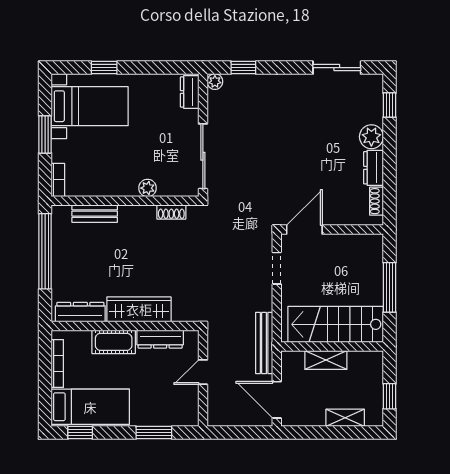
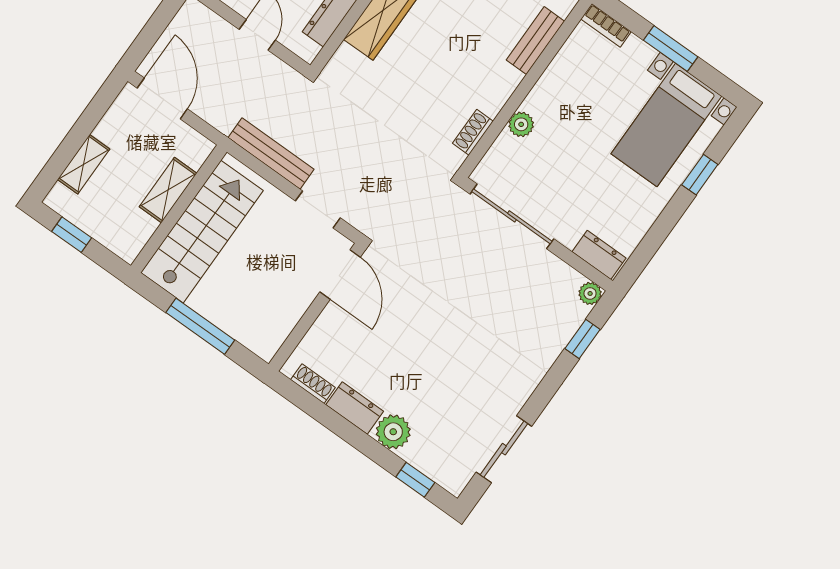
bench: (264, 343) -> (271, 154), moved
door: (277, 400) -> (162, 99), hinge flipped

